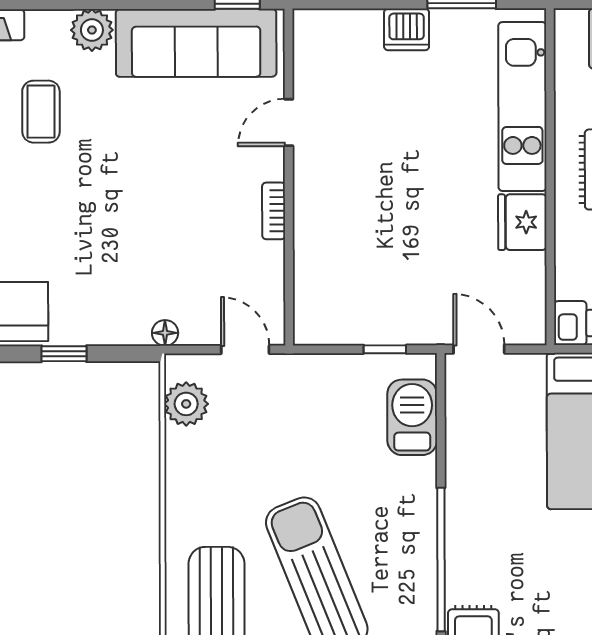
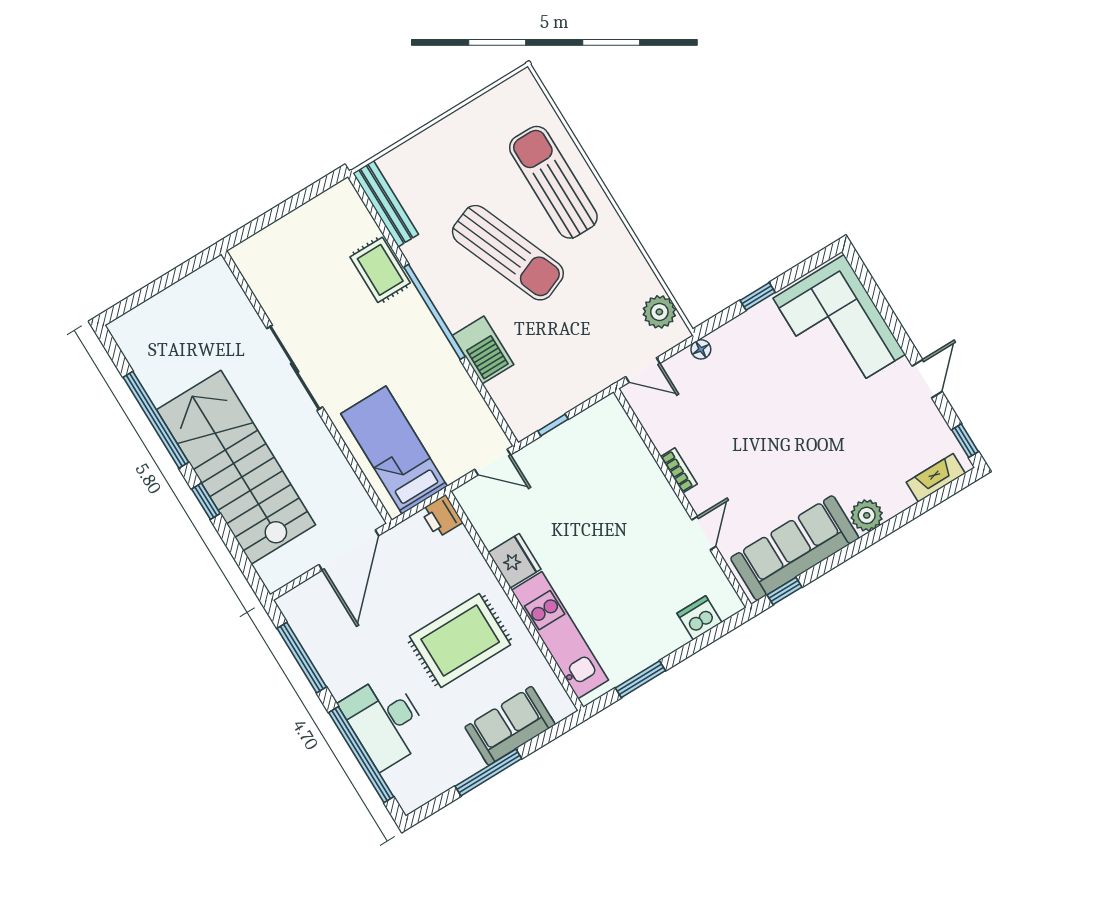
dishwasher: (407, 29) -> (700, 618), moved
coffee table: (41, 112) -> (867, 443), removed
barbecue: (412, 417) -> (483, 350), moved

